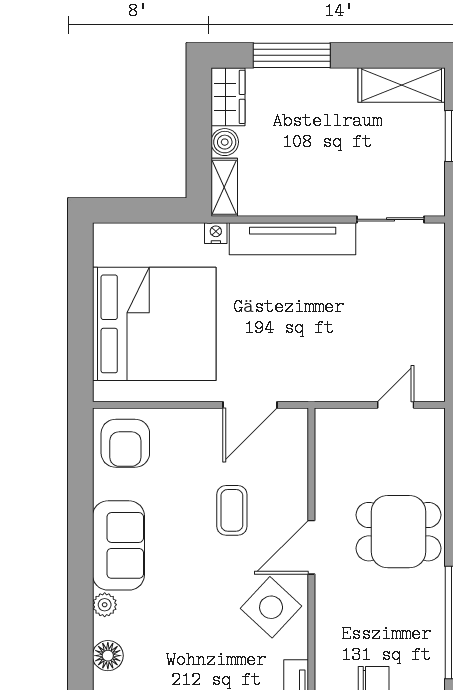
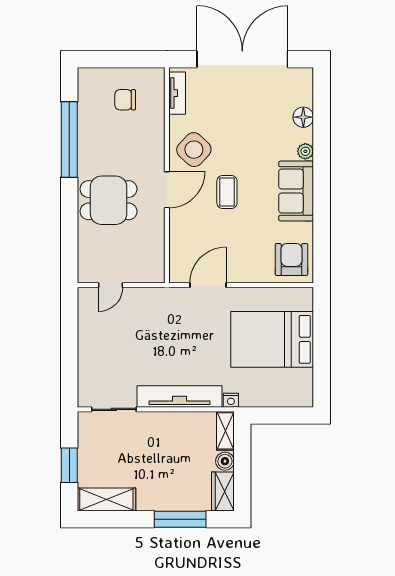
bed: (154, 324) -> (272, 339), width x0.73
coffee table: (232, 510) -> (227, 192), moved

